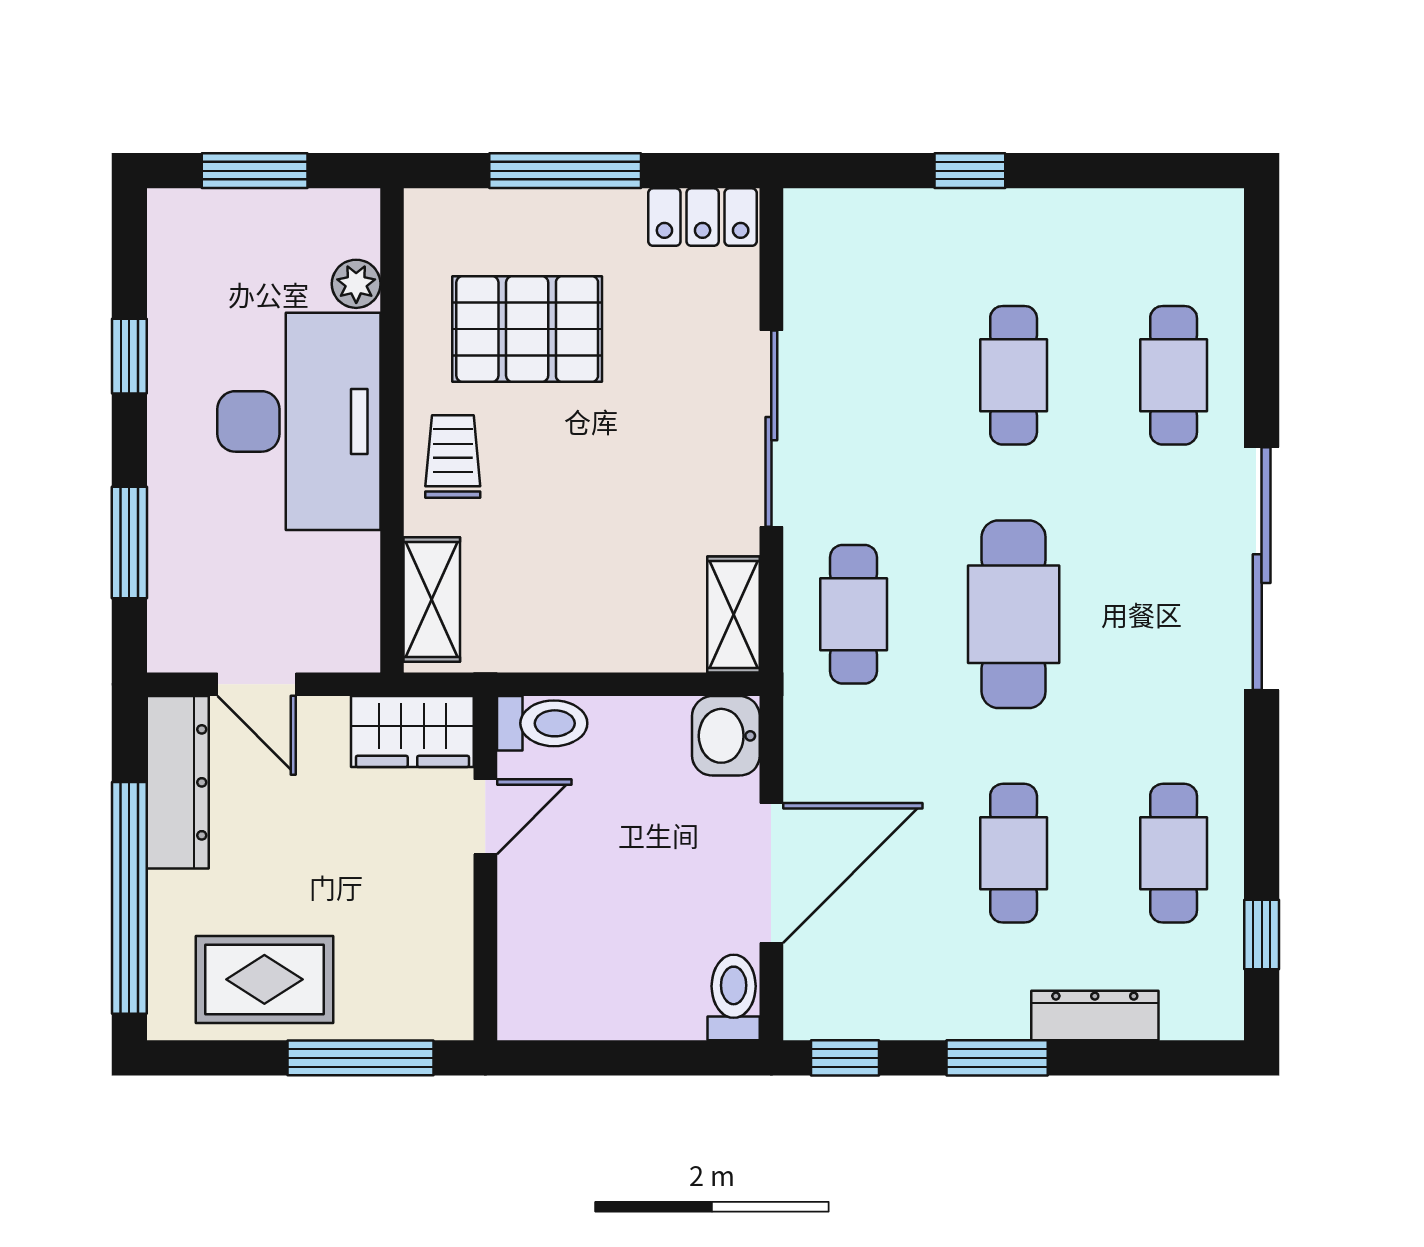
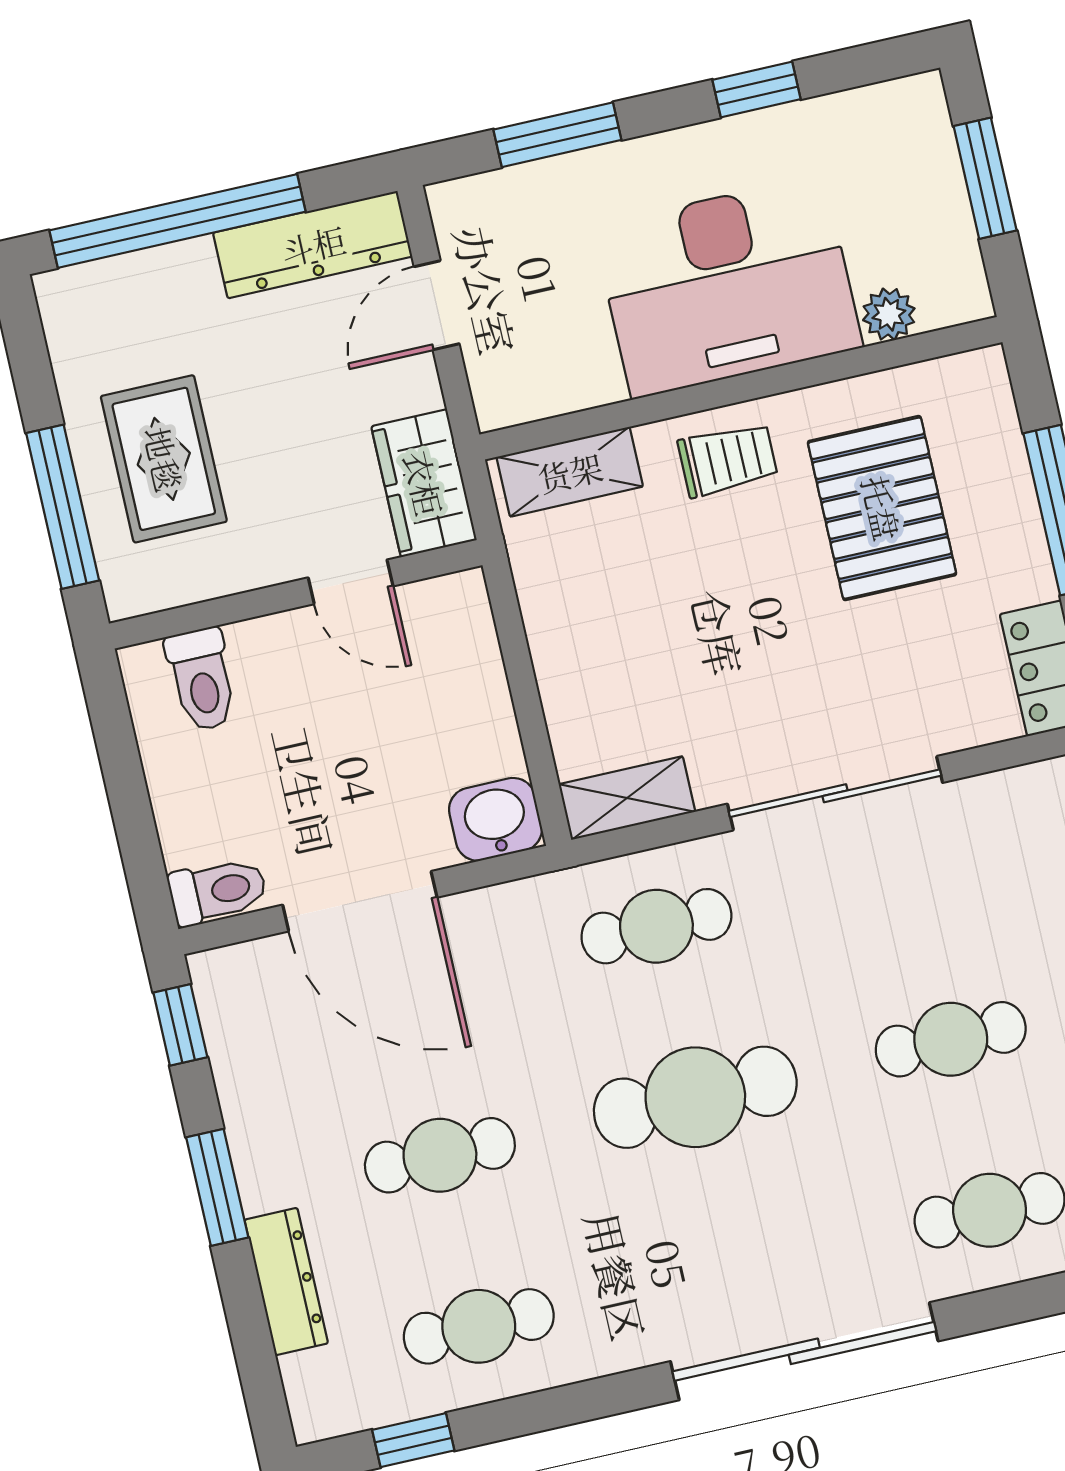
toilet: (542, 723) -> (202, 679), moved
rug: (264, 979) -> (164, 459), moved

